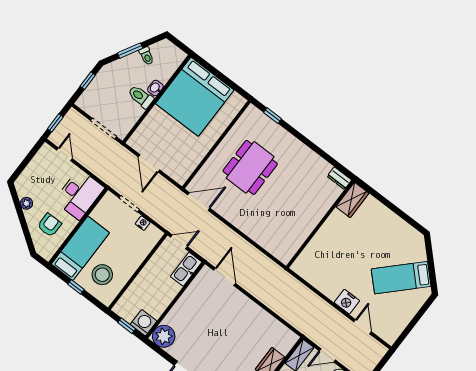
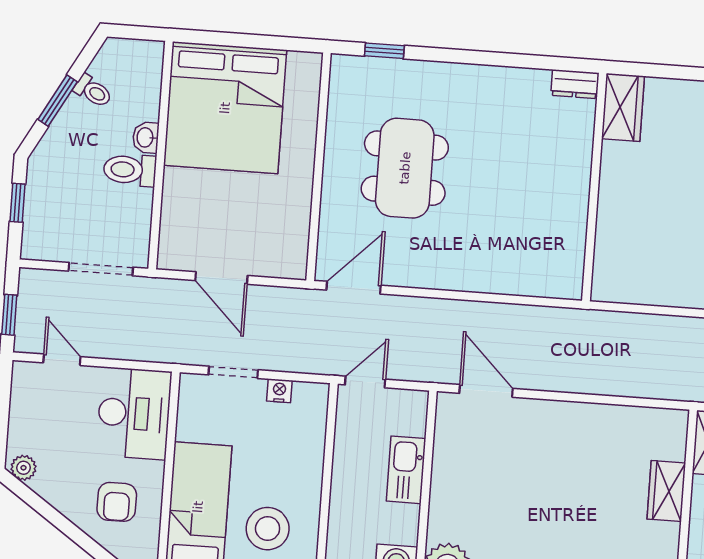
plant: (26, 203) -> (23, 468), moved
armchair: (49, 225) -> (117, 502), turned 180
kitchen sink: (186, 269) -> (406, 470), moved

